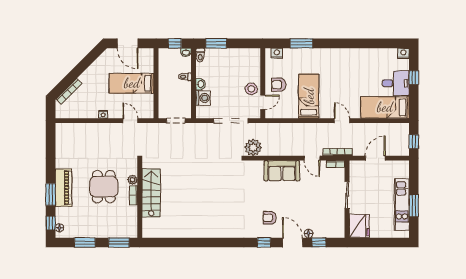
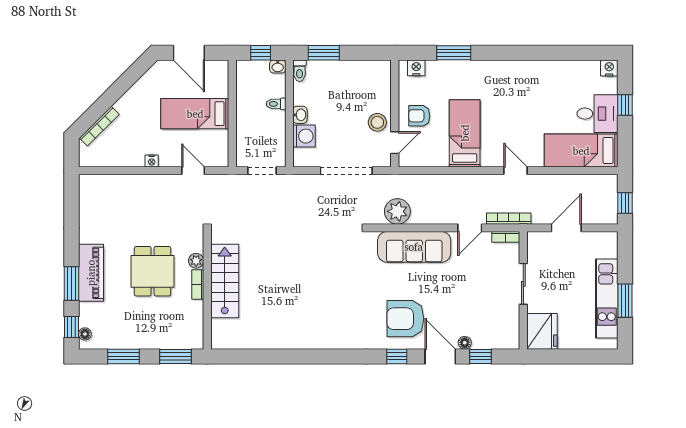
plant: (253, 147) -> (397, 211), moved
door: (312, 158) -> (470, 228), hinge flipped
sofa: (282, 171) -> (414, 247), width x1.36
armchair: (270, 218) -> (405, 319), width x1.88, depth x1.88

